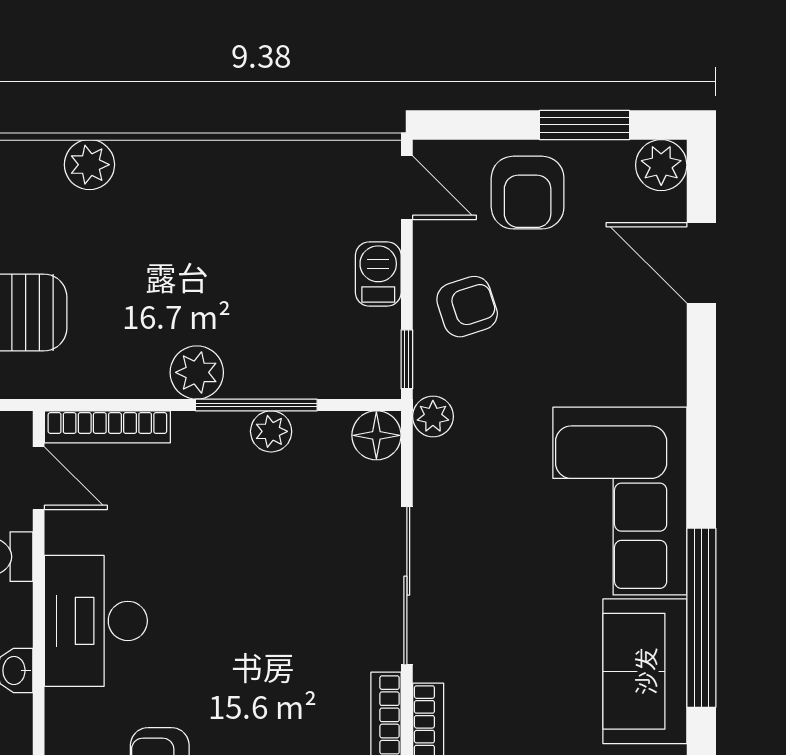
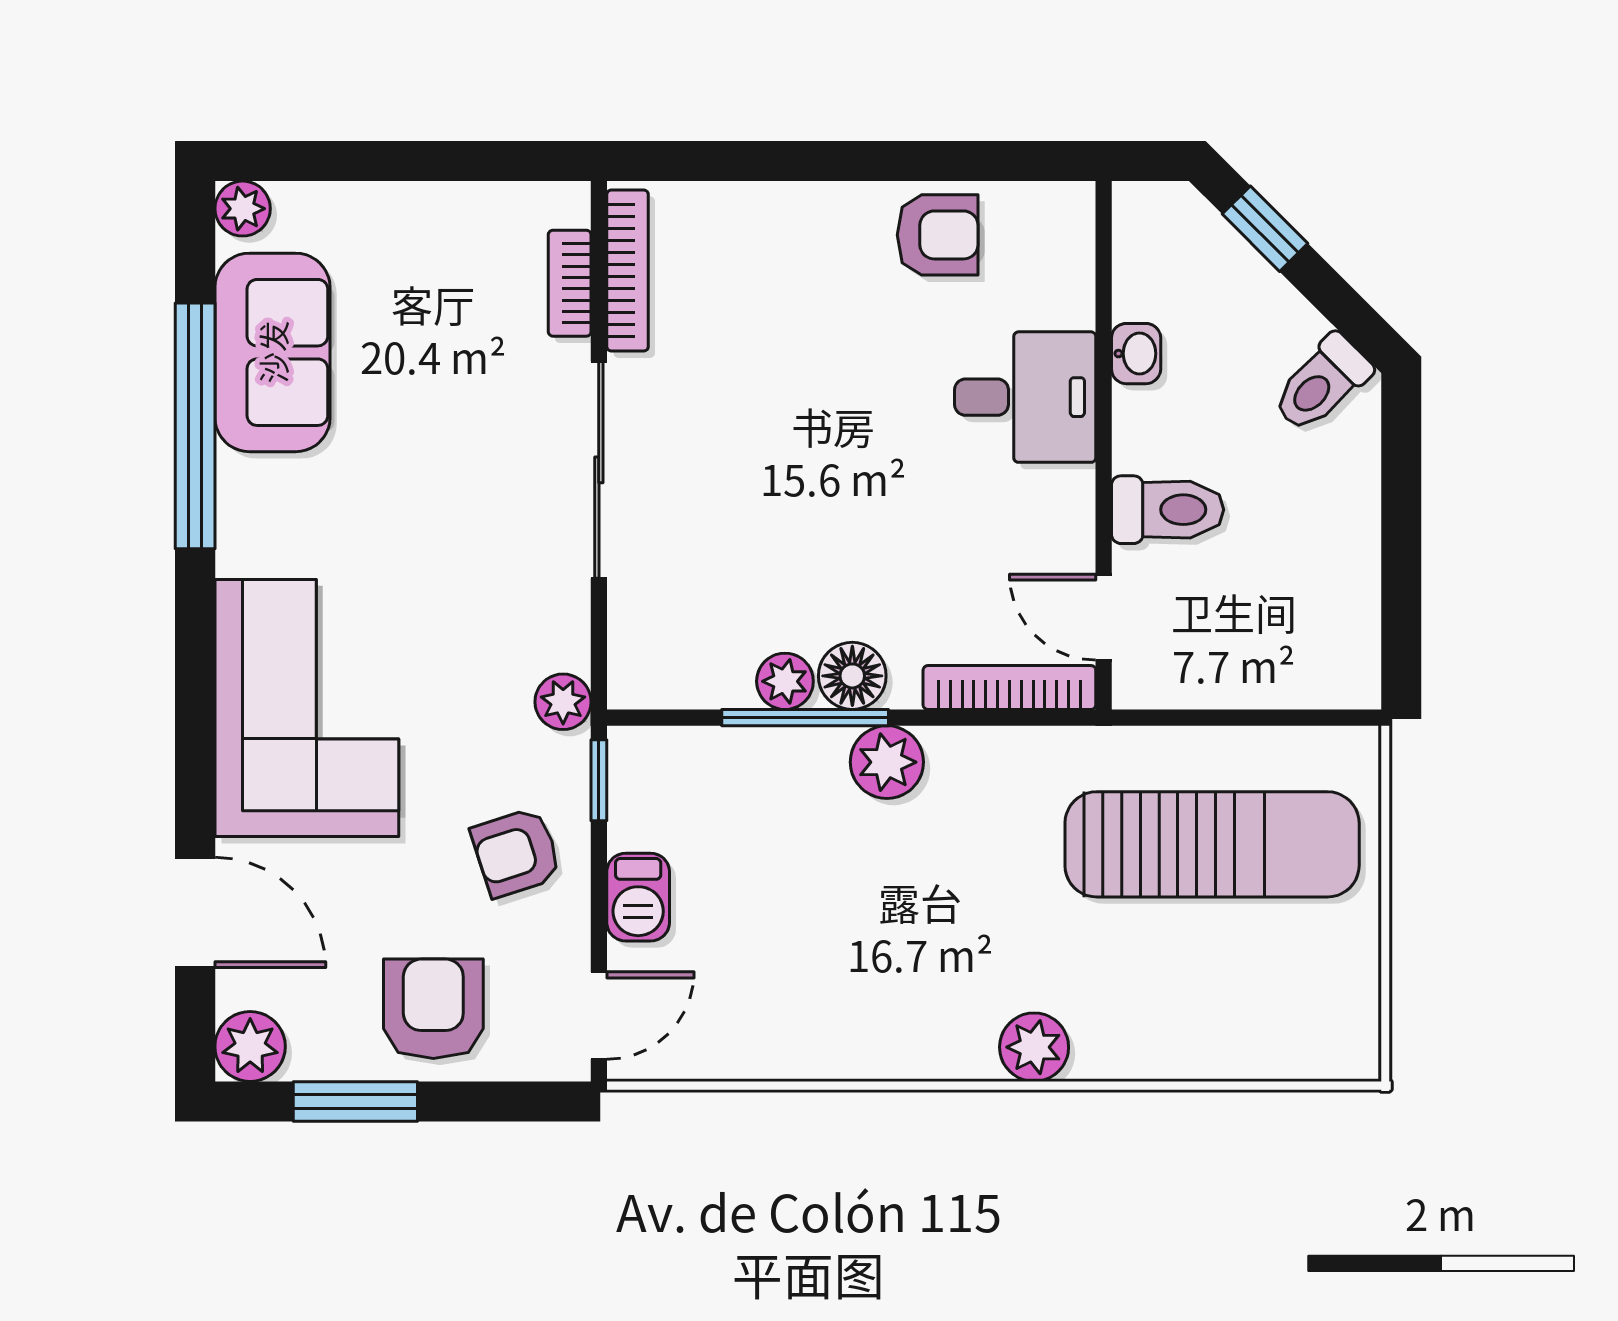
door: (407, 188) -> (599, 1015), swing flipped
floor lamp: (376, 435) -> (852, 676), moved
corner sofa: (620, 501) -> (307, 708), moved
desk: (96, 621) -> (1025, 397), width x0.73

